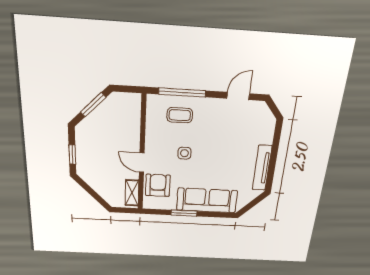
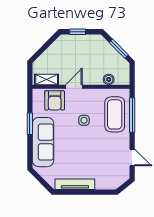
coffee table: (180, 115) -> (115, 114), width x1.86, depth x1.72
boiler: (134, 120) -> (109, 79), added
armchair: (158, 185) -> (55, 100), turned 90

